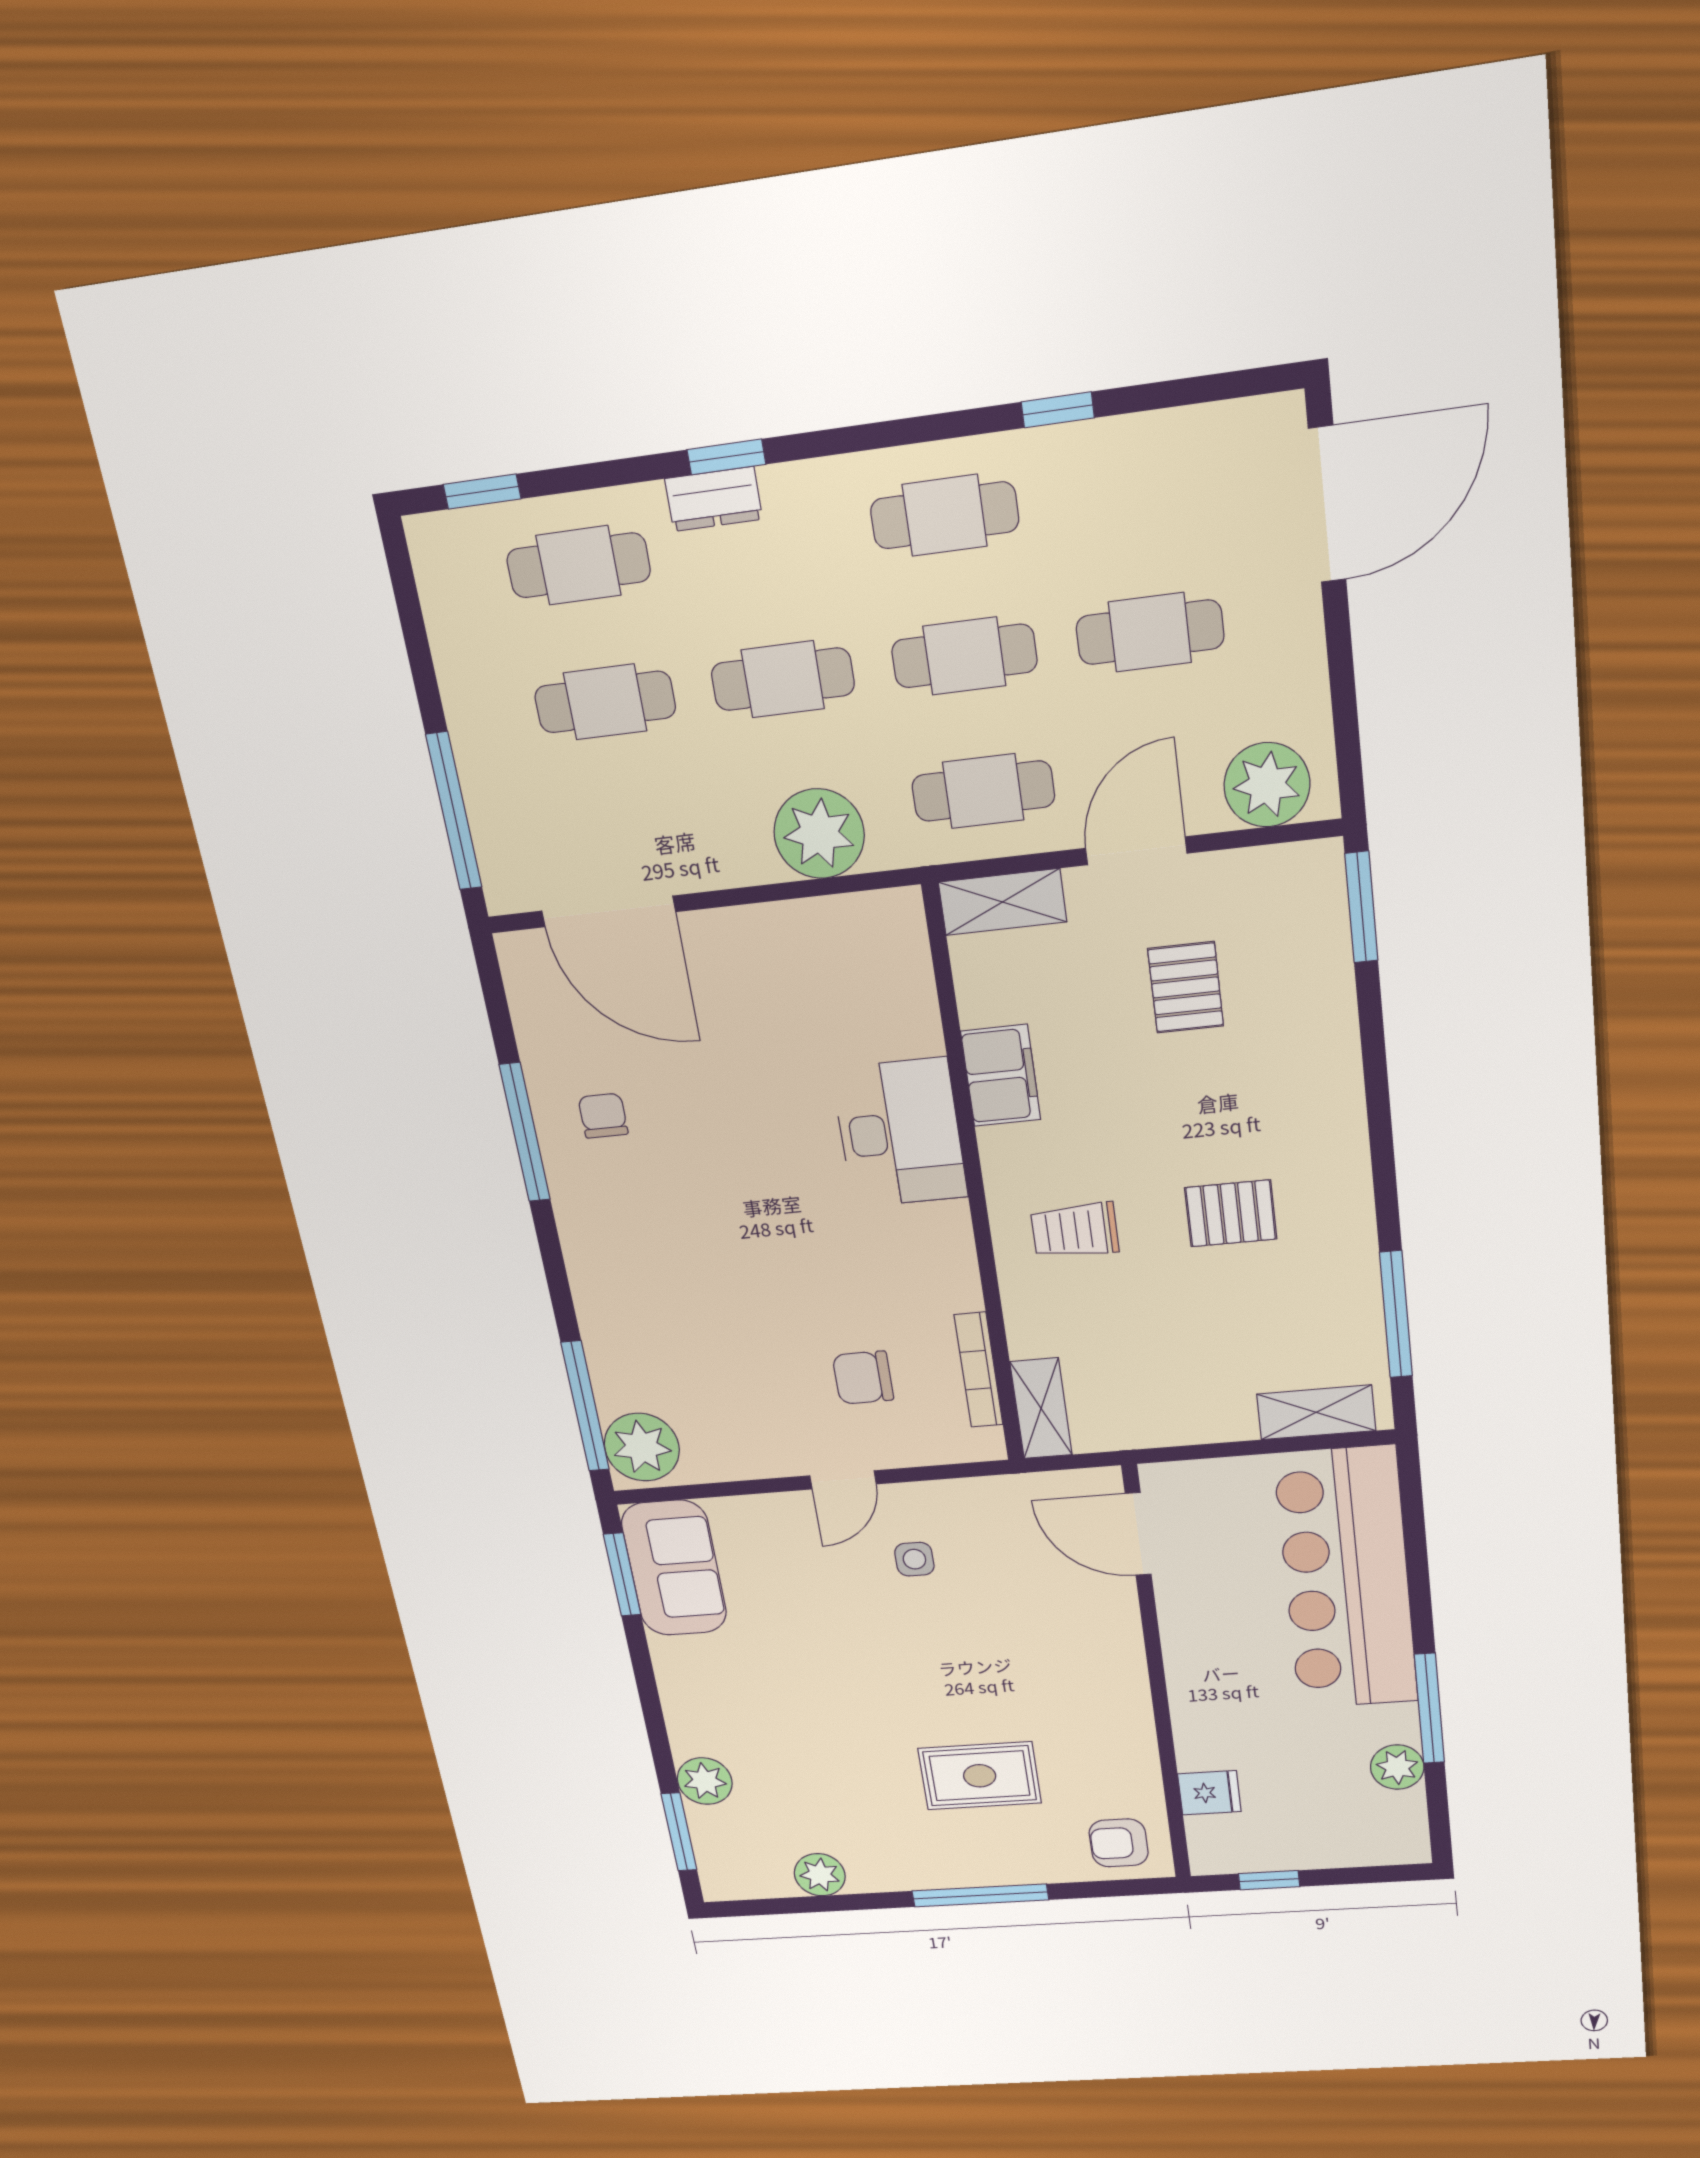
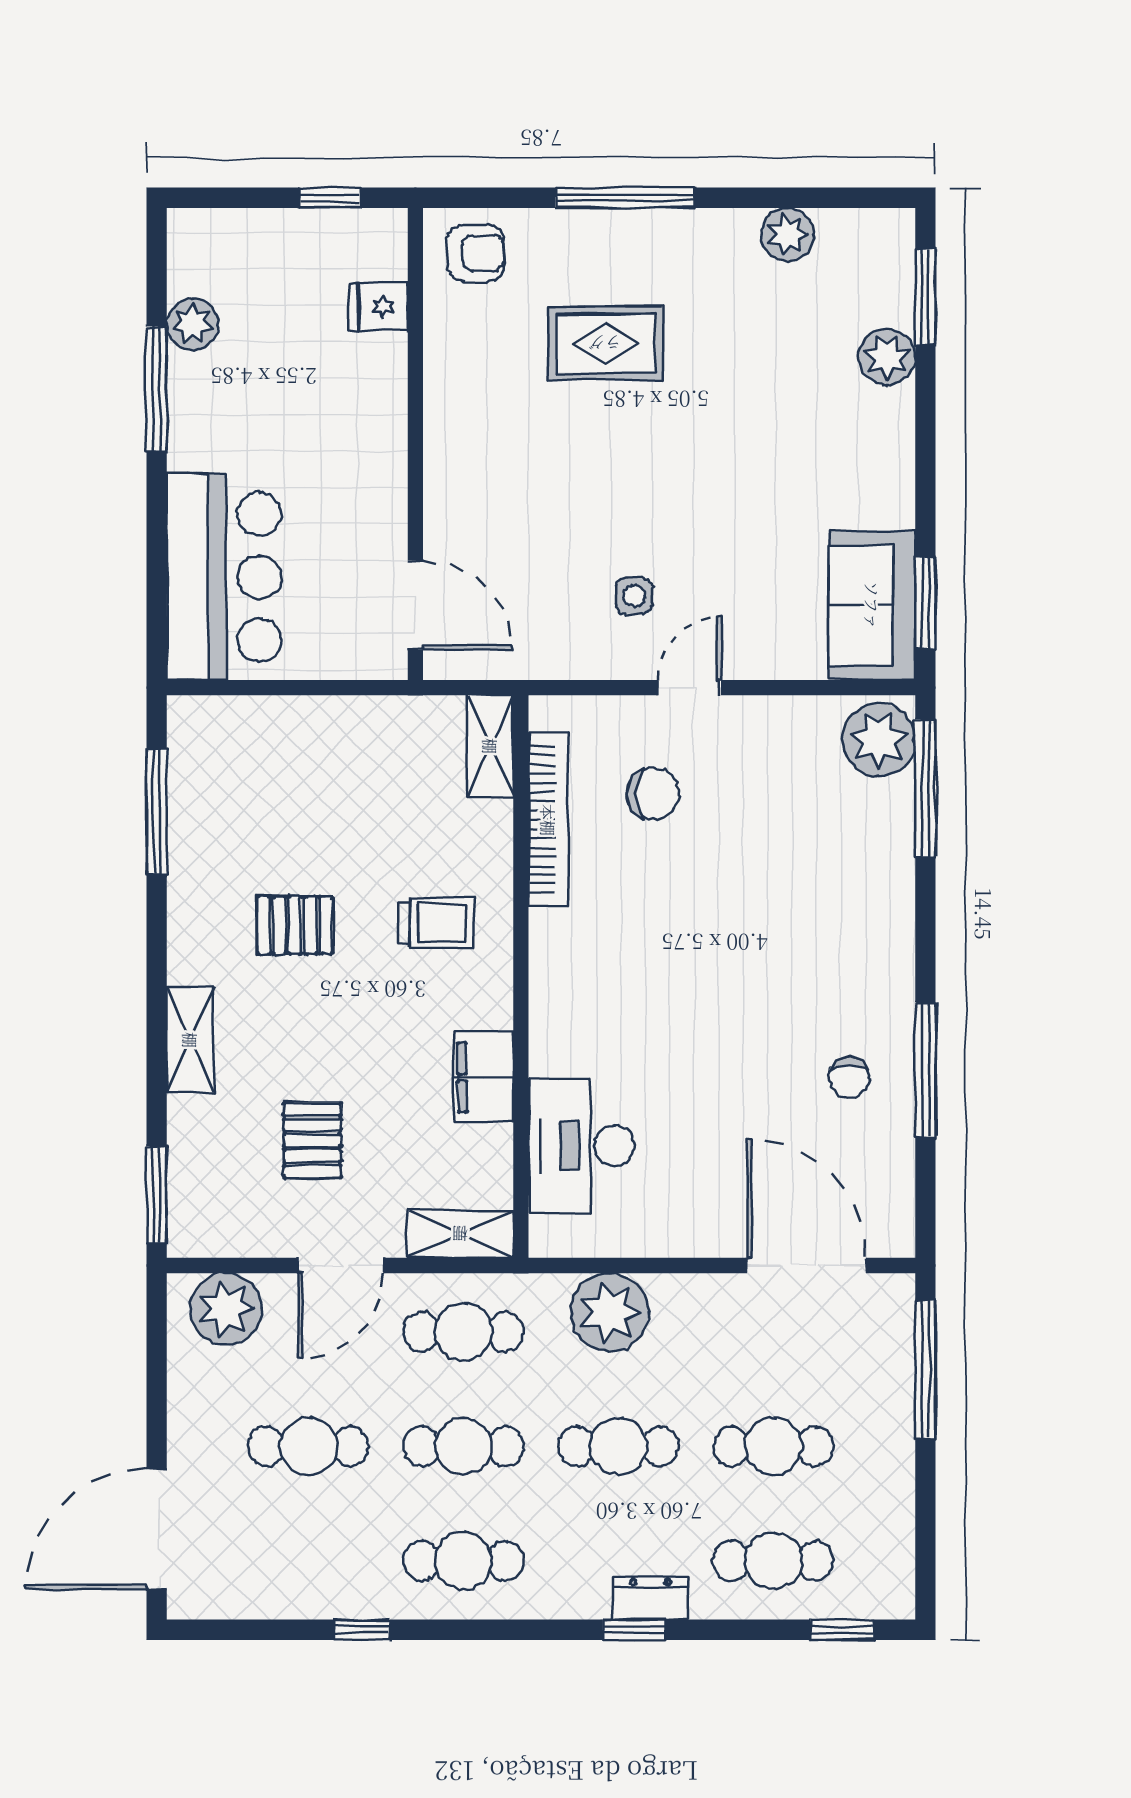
desk: (900, 1133) -> (581, 1145), moved
bookcase: (979, 1370) -> (548, 820), width x1.48, depth x1.31
shelving: (1316, 1412) -> (190, 1040), moved, turned 90
bar counter: (1346, 1579) -> (224, 577), width x0.73

